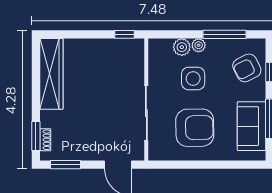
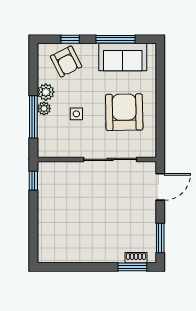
window: (225, 34) -> (33, 117), moved
plant: (182, 47) -> (46, 92), moved
wardrobe: (51, 74) -> (72, 252), removed
side table: (193, 78) -> (76, 114), width x0.54, depth x0.54

